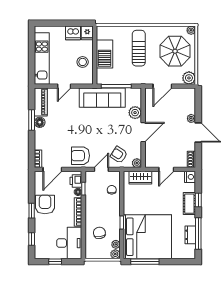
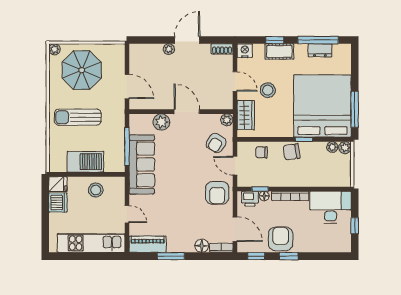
plant: (189, 78) -> (116, 52), removed
floor lamp: (40, 122) -> (202, 246), moved
stool: (160, 195) -> (268, 90), added
armchair: (45, 204) -> (281, 239), turned 90
chair: (99, 233) -> (292, 152), moved
window: (32, 239) -> (256, 256), moved

